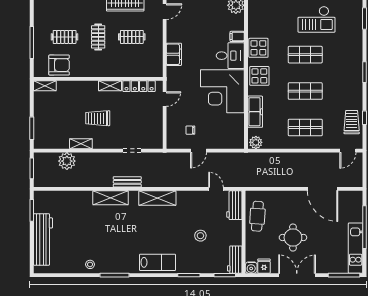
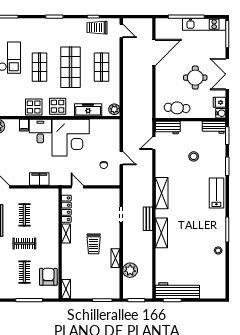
shop shelf: (305, 91) -> (70, 67), width x1.43, depth x1.36
workbench: (43, 239) -> (177, 291), moved

